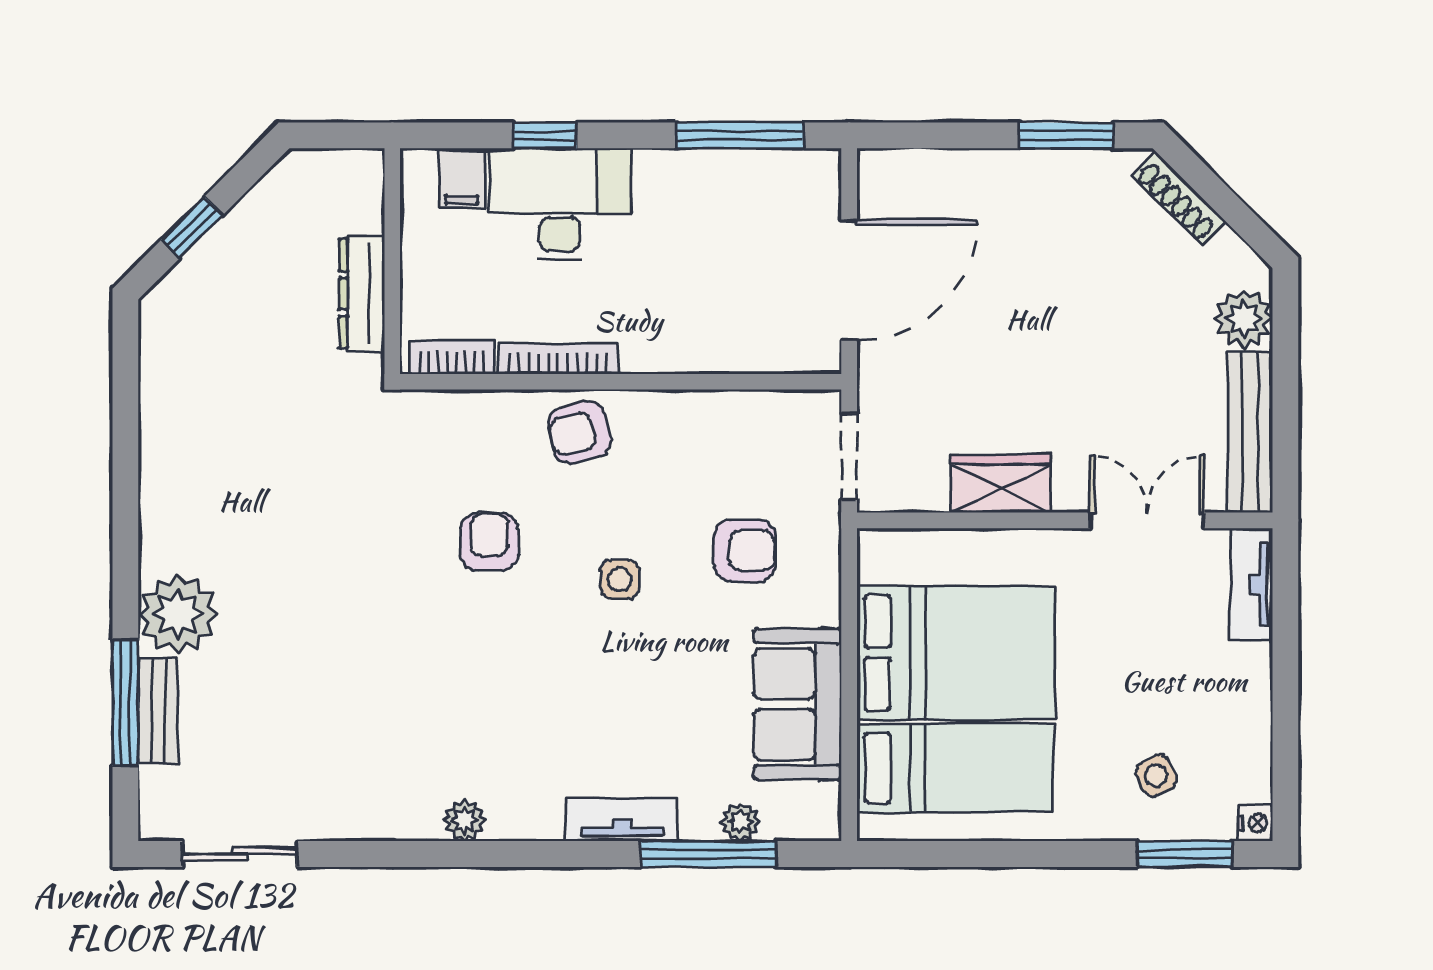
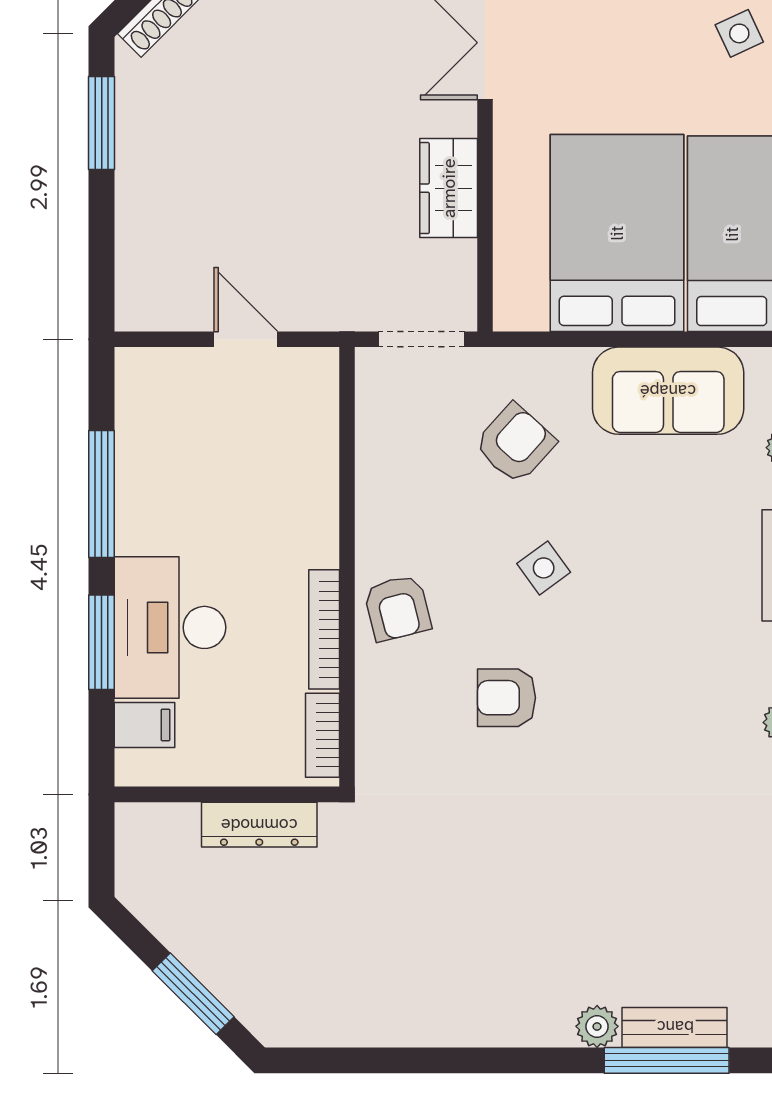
window: (545, 135) -> (102, 642), width x1.50
window: (740, 135) -> (102, 494), moved
window: (192, 227) -> (193, 994), width x1.50
door: (849, 280) -> (246, 339), width x0.53
armchair: (744, 550) -> (515, 444), turned 42
side table: (620, 579) -> (544, 568), turned -36
plant: (178, 614) -> (597, 1026), width x0.53, depth x0.53

